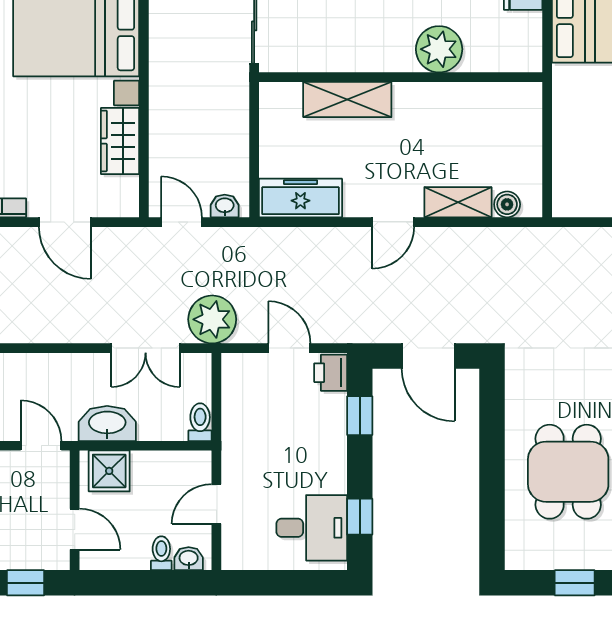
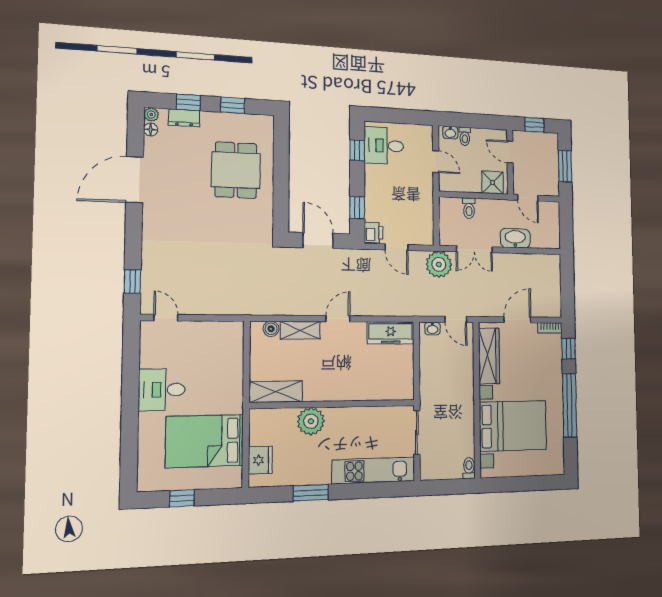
shelving: (347, 100) -> (276, 392), moved
wardrobe: (120, 141) -> (489, 356), width x1.50
door: (65, 222) -> (517, 320), hinge flipped
double door: (146, 348) -> (474, 249), swing flipped
toilet: (200, 422) -> (469, 208), moved
washbasin: (107, 423) -> (515, 238), moved, turned 180
door: (216, 504) -> (436, 162), hinge flipped

